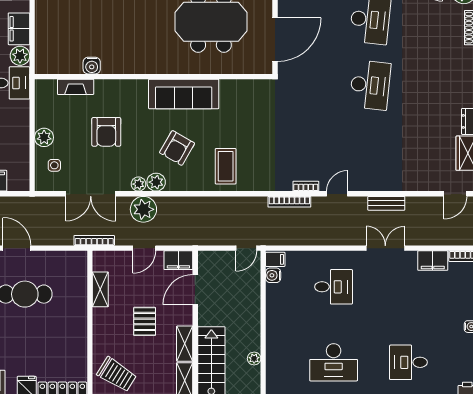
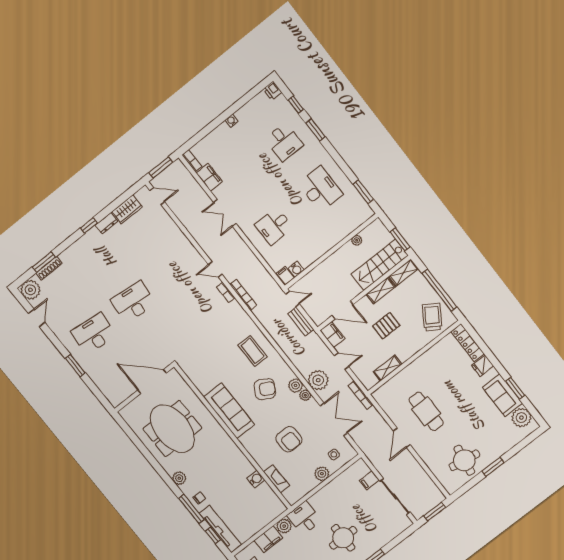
armchair: (106, 132) -> (289, 439), turned 90
coffee table: (226, 166) -> (253, 351), turned 90
bench: (386, 203) -> (301, 322), moved
desk: (334, 287) -> (274, 226), turned -90

